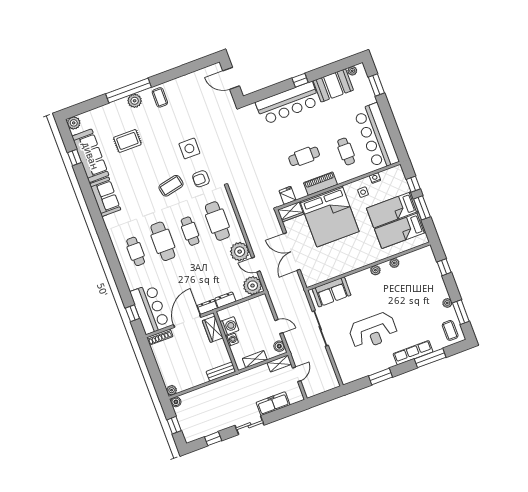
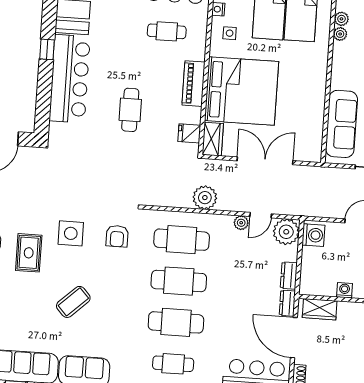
rug: (127, 141) -> (29, 253), moved
cafe table: (304, 156) -> (130, 110), moved
coffee table: (171, 186) -> (73, 302), moved, turned 59
plant: (251, 224) -> (205, 198), added
cafe table: (190, 231) -> (179, 281), width x1.37, depth x1.35
plant: (240, 252) -> (241, 223), width x0.53, depth x0.53
double door: (292, 252) -> (265, 161), swing flipped
plant: (375, 270) -> (341, 19), moved
sofa: (331, 292) -> (341, 124), width x1.36
washing machine: (229, 326) -> (313, 235), moved, turned 90

